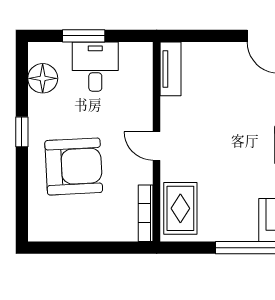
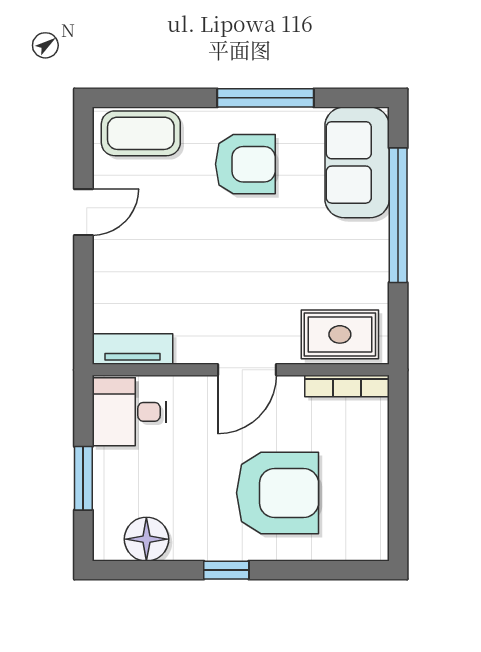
desk: (95, 67) -> (129, 412), moved
door: (157, 146) -> (247, 370), width x1.38
armchair: (74, 166) -> (278, 493), turned 93

